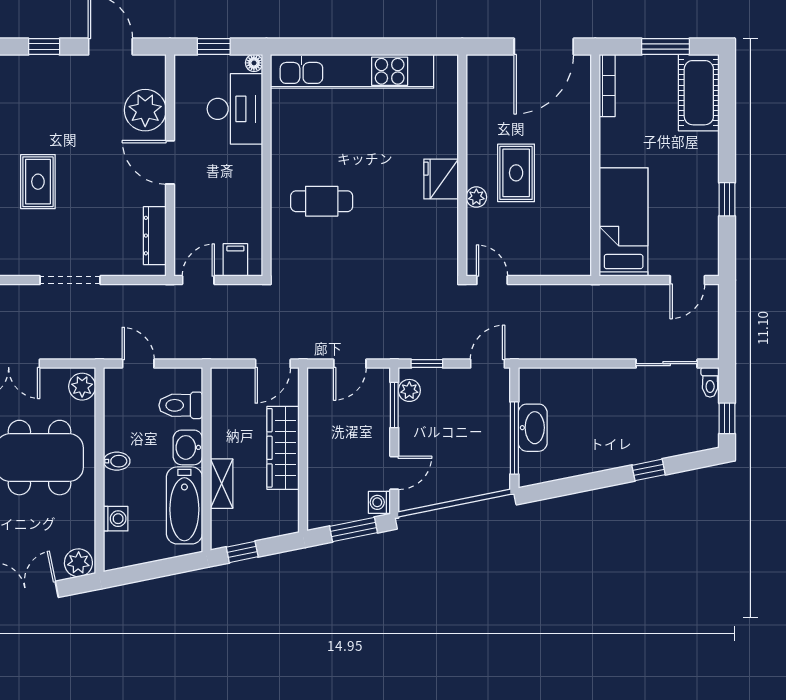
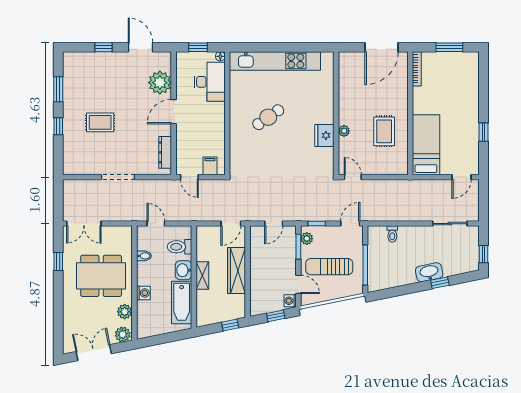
cot: (699, 93) -> (468, 73), removed
door: (170, 162) -> (174, 112), hinge flipped
rug: (516, 173) -> (384, 131), moved
fridge: (441, 179) -> (324, 135), moved
rug: (38, 182) -> (100, 122), turned 90
cafe table: (322, 201) -> (268, 117), moved, turned -35
door: (198, 280) -> (189, 177), swing flipped
toilet: (710, 382) -> (392, 234), moved
plant: (82, 387) -> (125, 312), moved
washbasin: (533, 428) -> (429, 272), moved, turned -101
sun lounger: (450, 441) -> (329, 267), added
bidet: (117, 461) -> (144, 256), moved
door: (394, 473) -> (298, 284), hinge flipped
shelving: (222, 484) -> (202, 276), moved
washing machine: (116, 519) -> (143, 293), moved
window: (353, 529) -> (276, 316), width x0.67
window: (242, 552) -> (230, 325), moved

